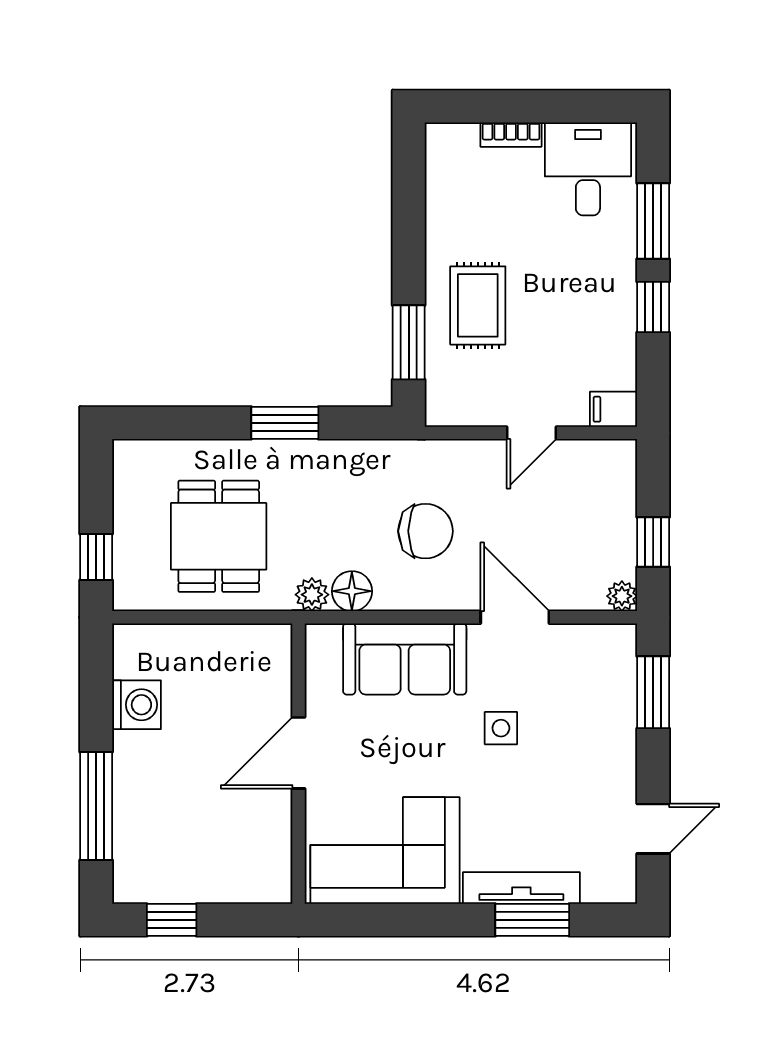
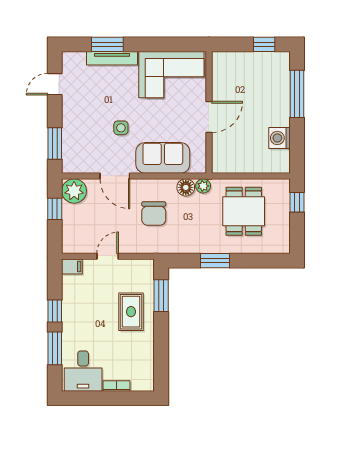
chair: (426, 531) -> (154, 214), turned -90
plant: (622, 596) -> (74, 191), width x1.87, depth x1.87

